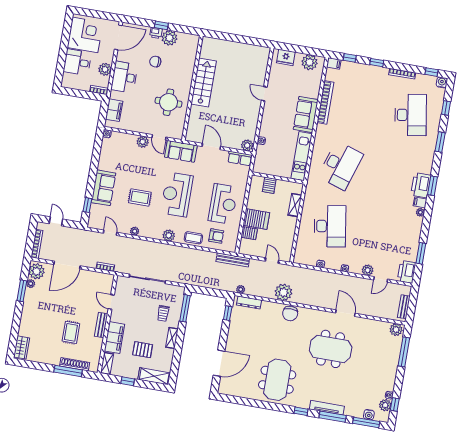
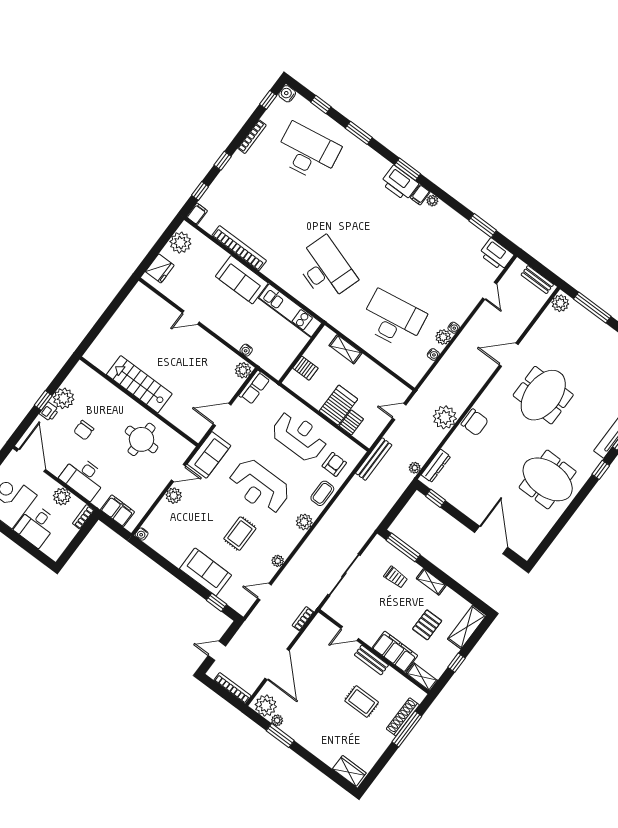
plant: (368, 270) -> (443, 337), moved

